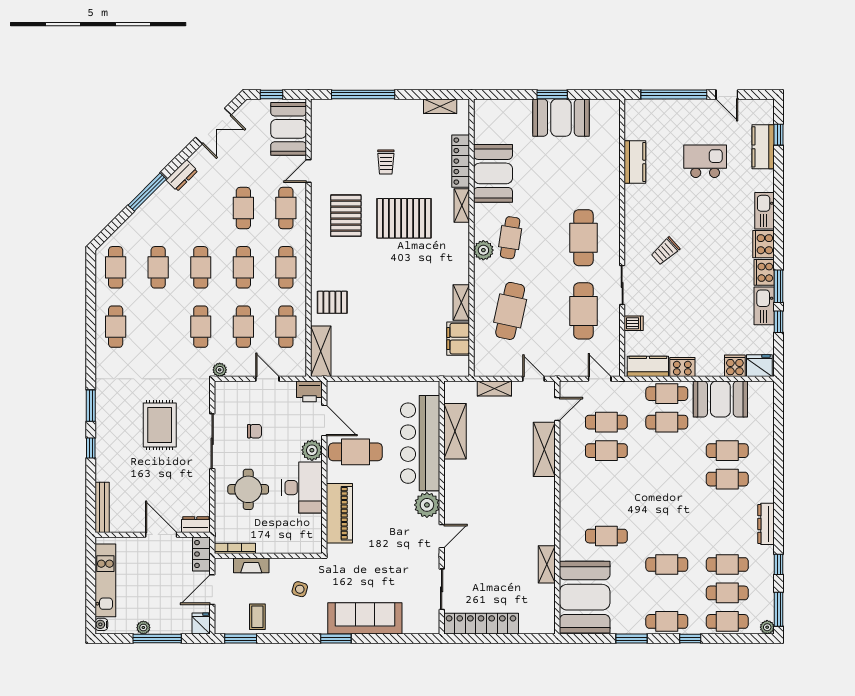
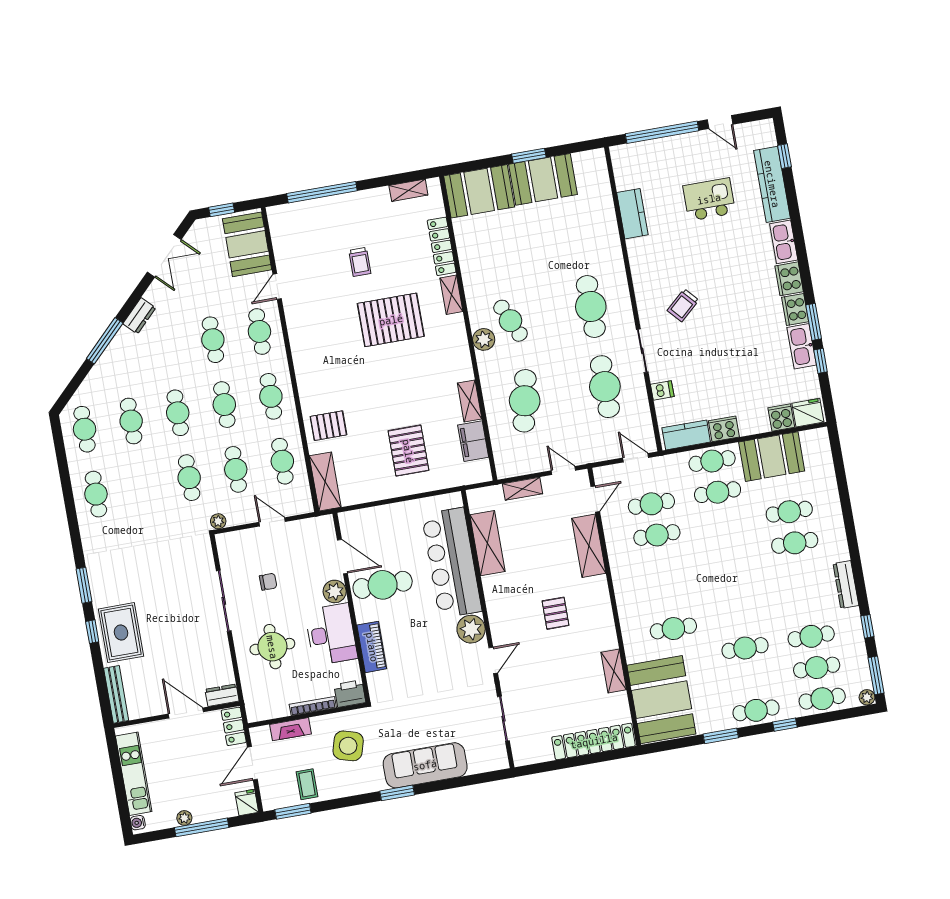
kitchen counter: (763, 147) -> (772, 184), width x1.50
booth: (493, 173) -> (479, 191), moved, turned 90
pallet: (346, 216) -> (408, 451), moved
cafe table: (510, 238) -> (511, 321), turned -33
printer: (309, 391) -> (350, 694), moved, turned 180
rug: (160, 425) -> (121, 633), moved
pallet: (504, 504) -> (555, 613), added
piano: (339, 513) -> (372, 647), width x0.73, depth x0.75
bookcase: (235, 548) -> (313, 706), moved
side table: (300, 589) -> (348, 746), width x1.87, depth x1.87
locker: (481, 624) -> (594, 741), moved

